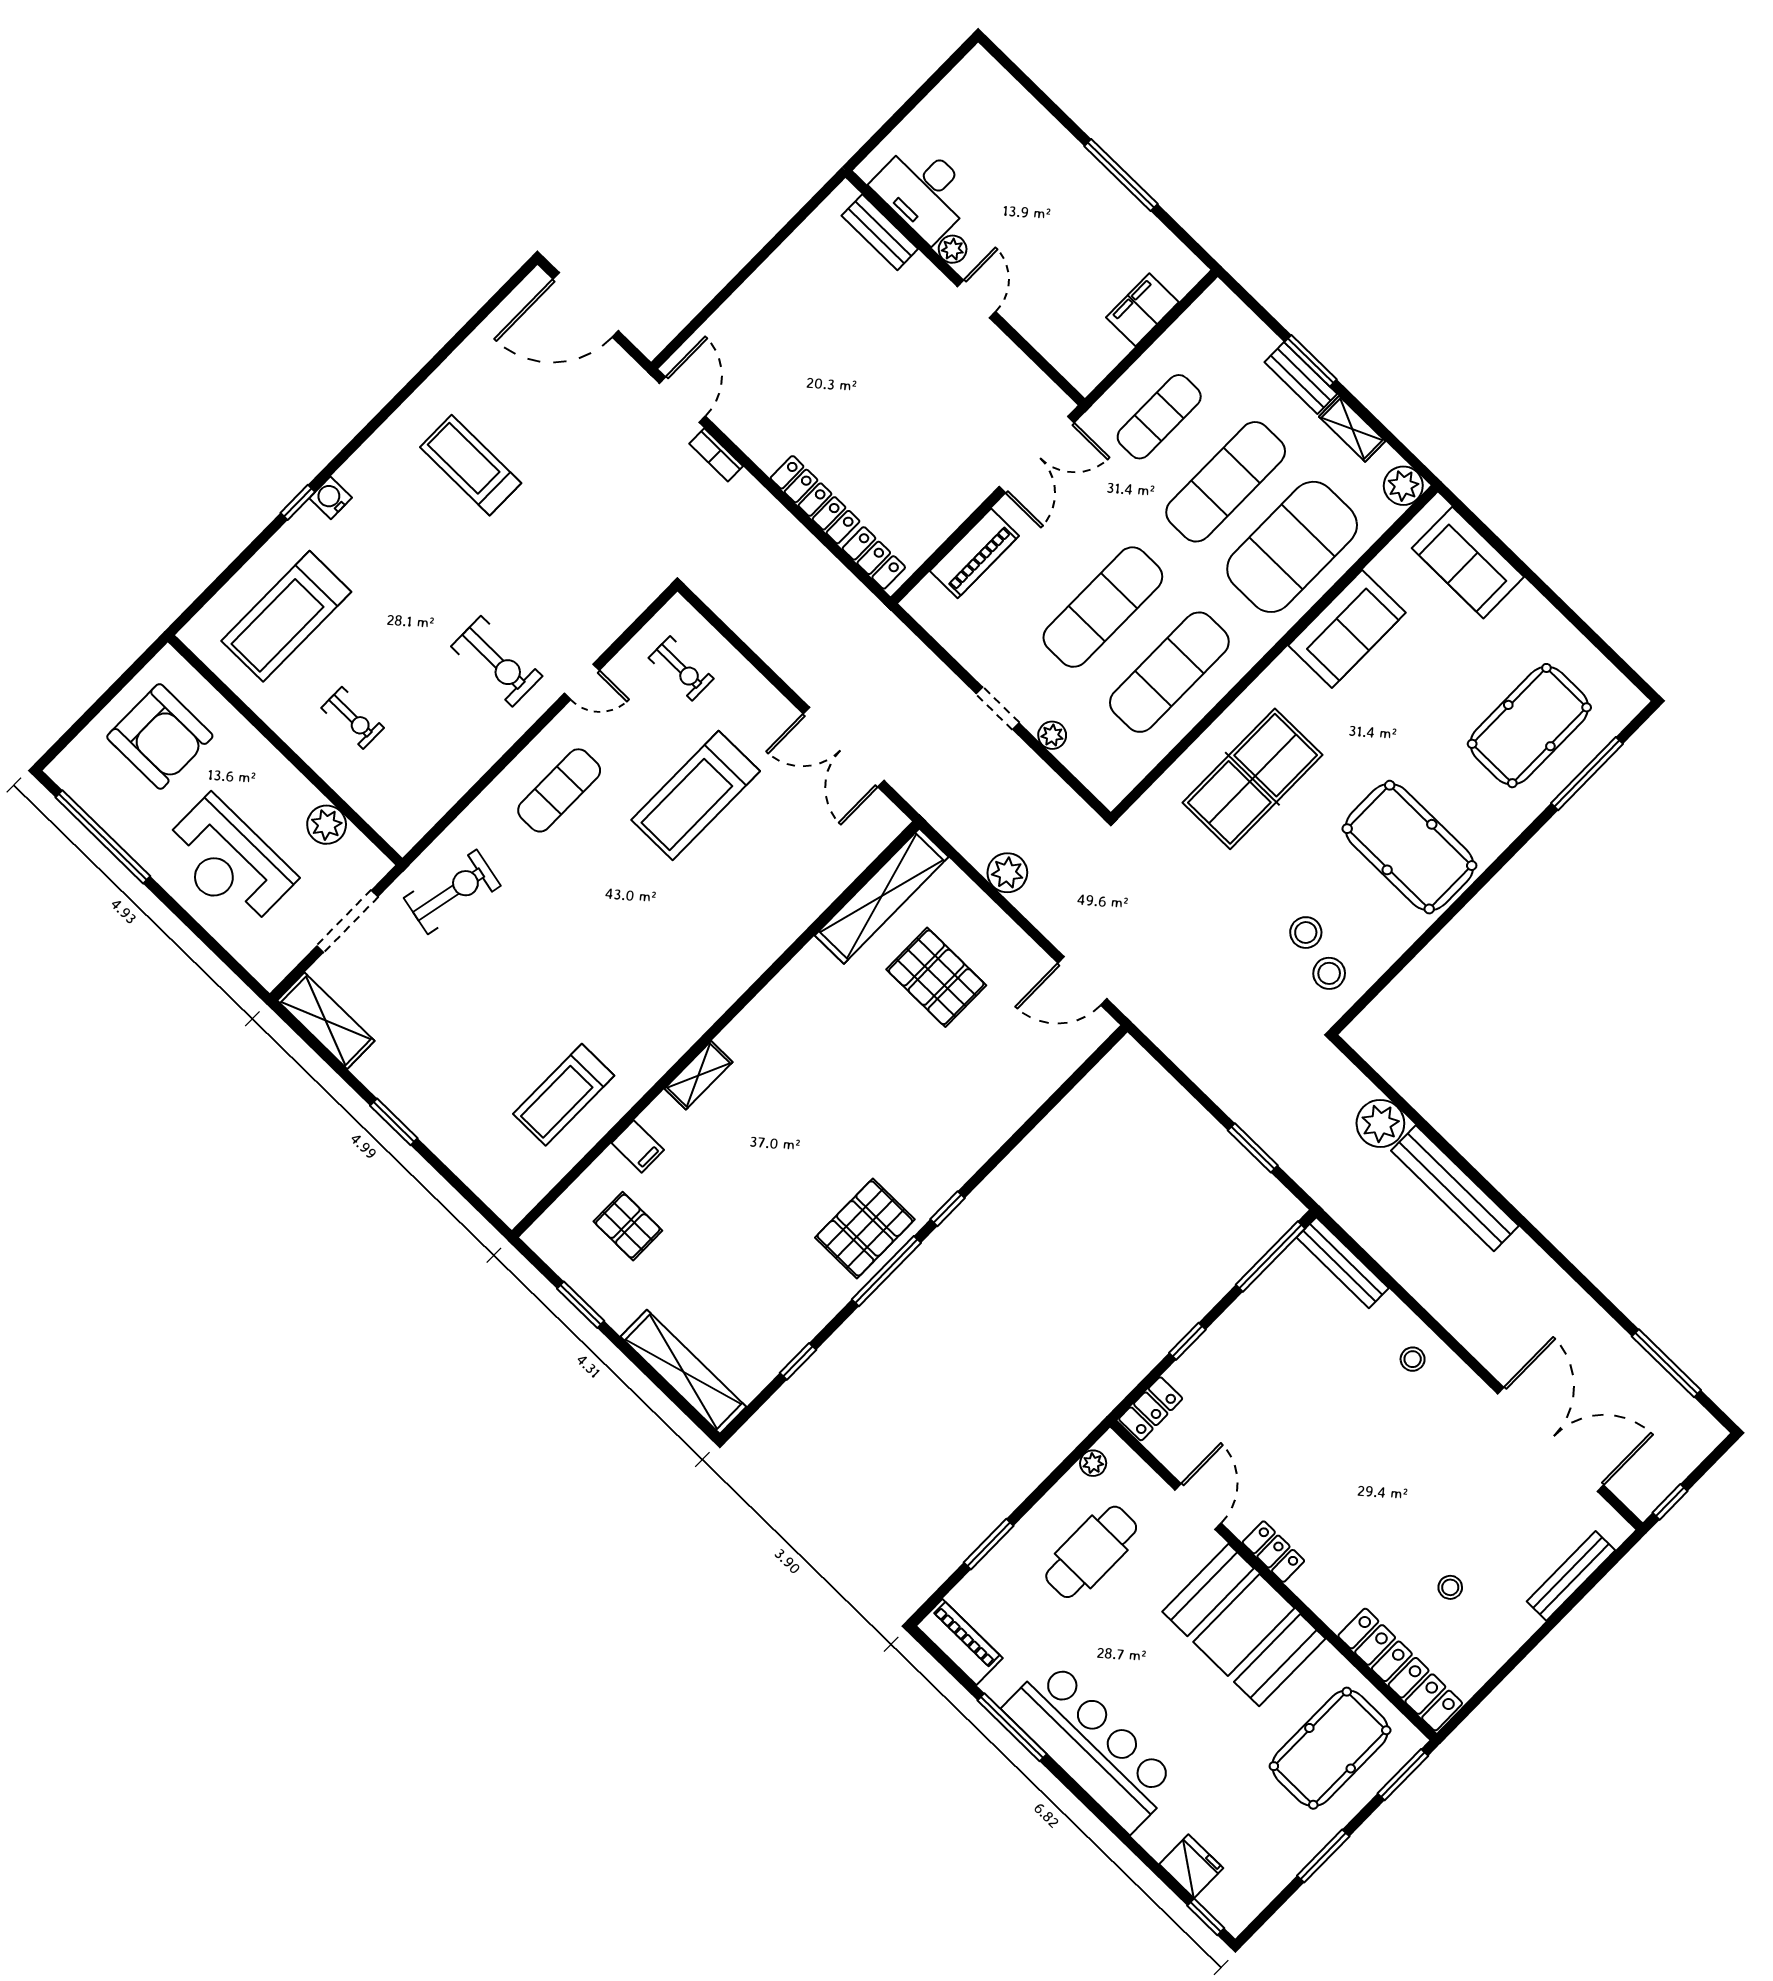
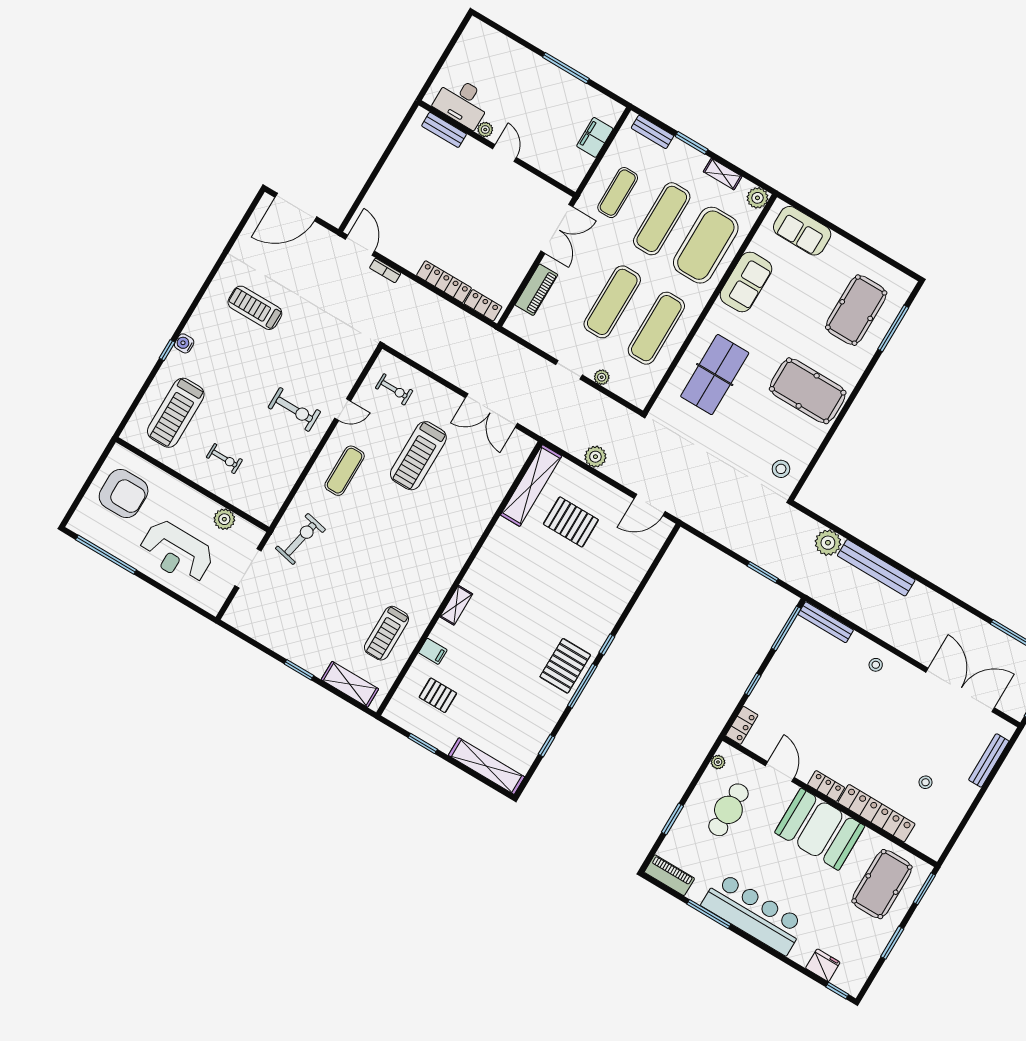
bench: (1301, 378) -> (652, 132), moved
stool: (1306, 933) -> (763, 450), removed
shelving: (326, 1021) -> (350, 684), moved
locker: (1400, 1670) -> (876, 813), moved

